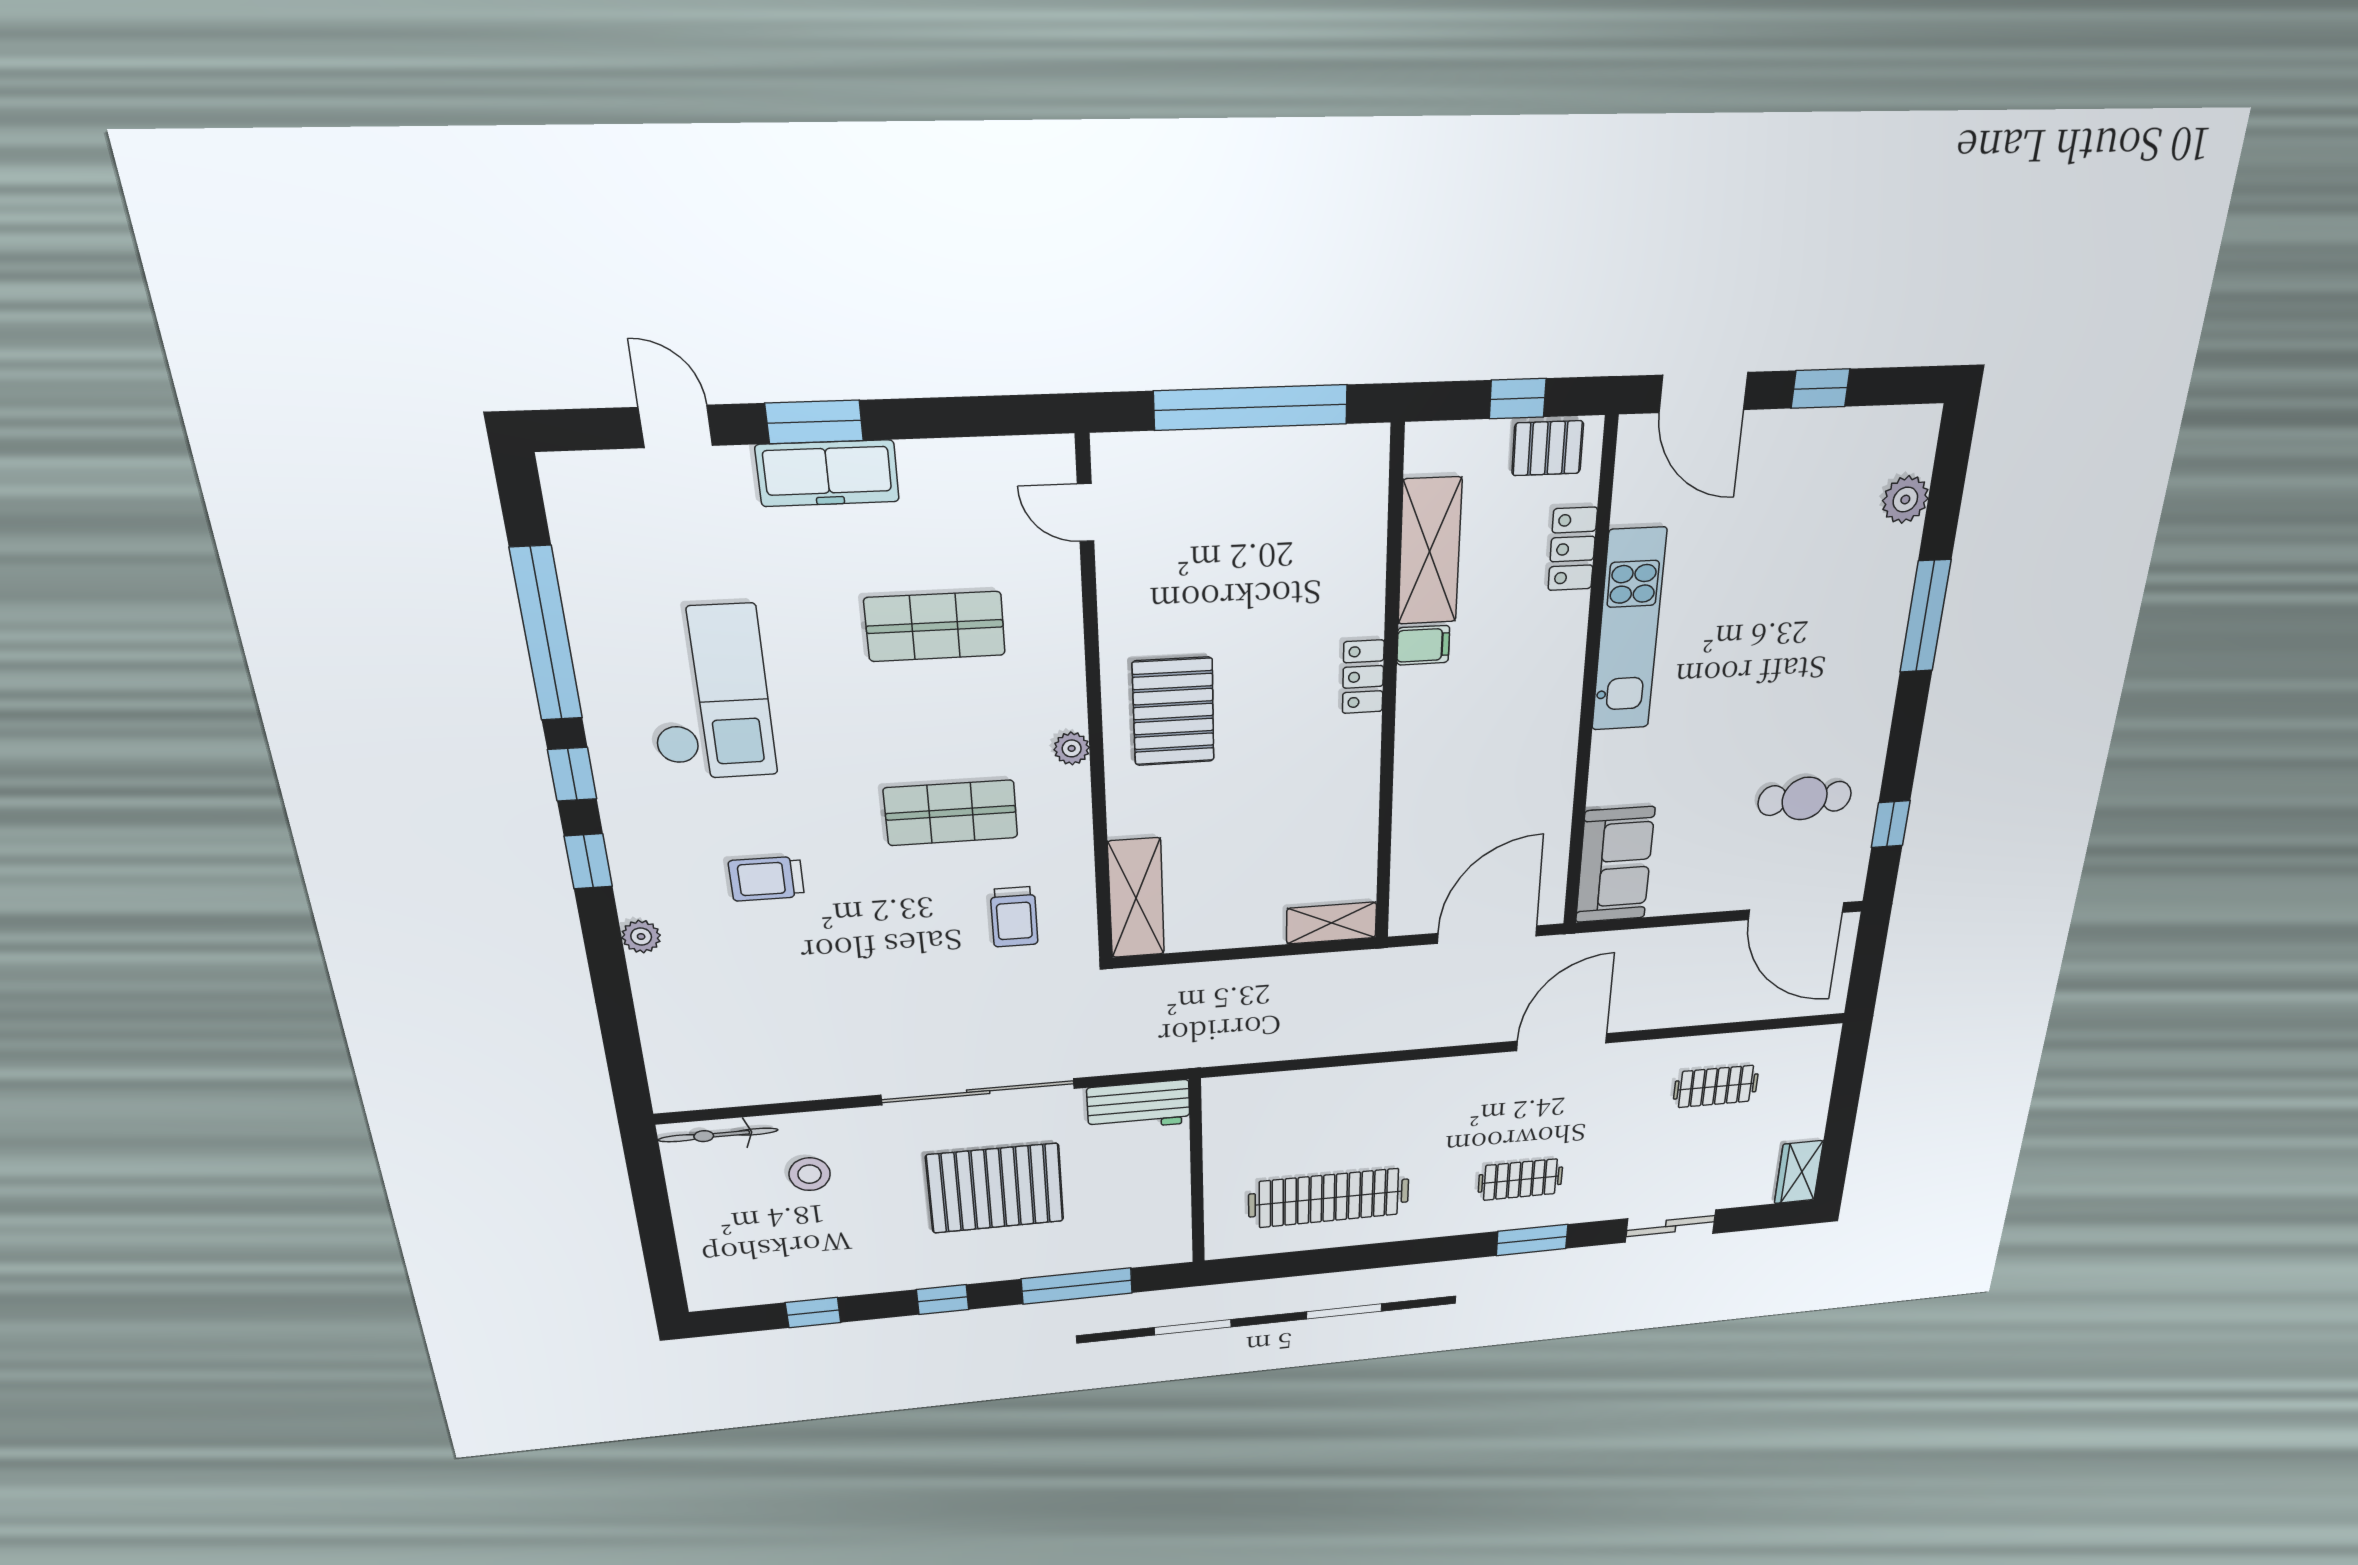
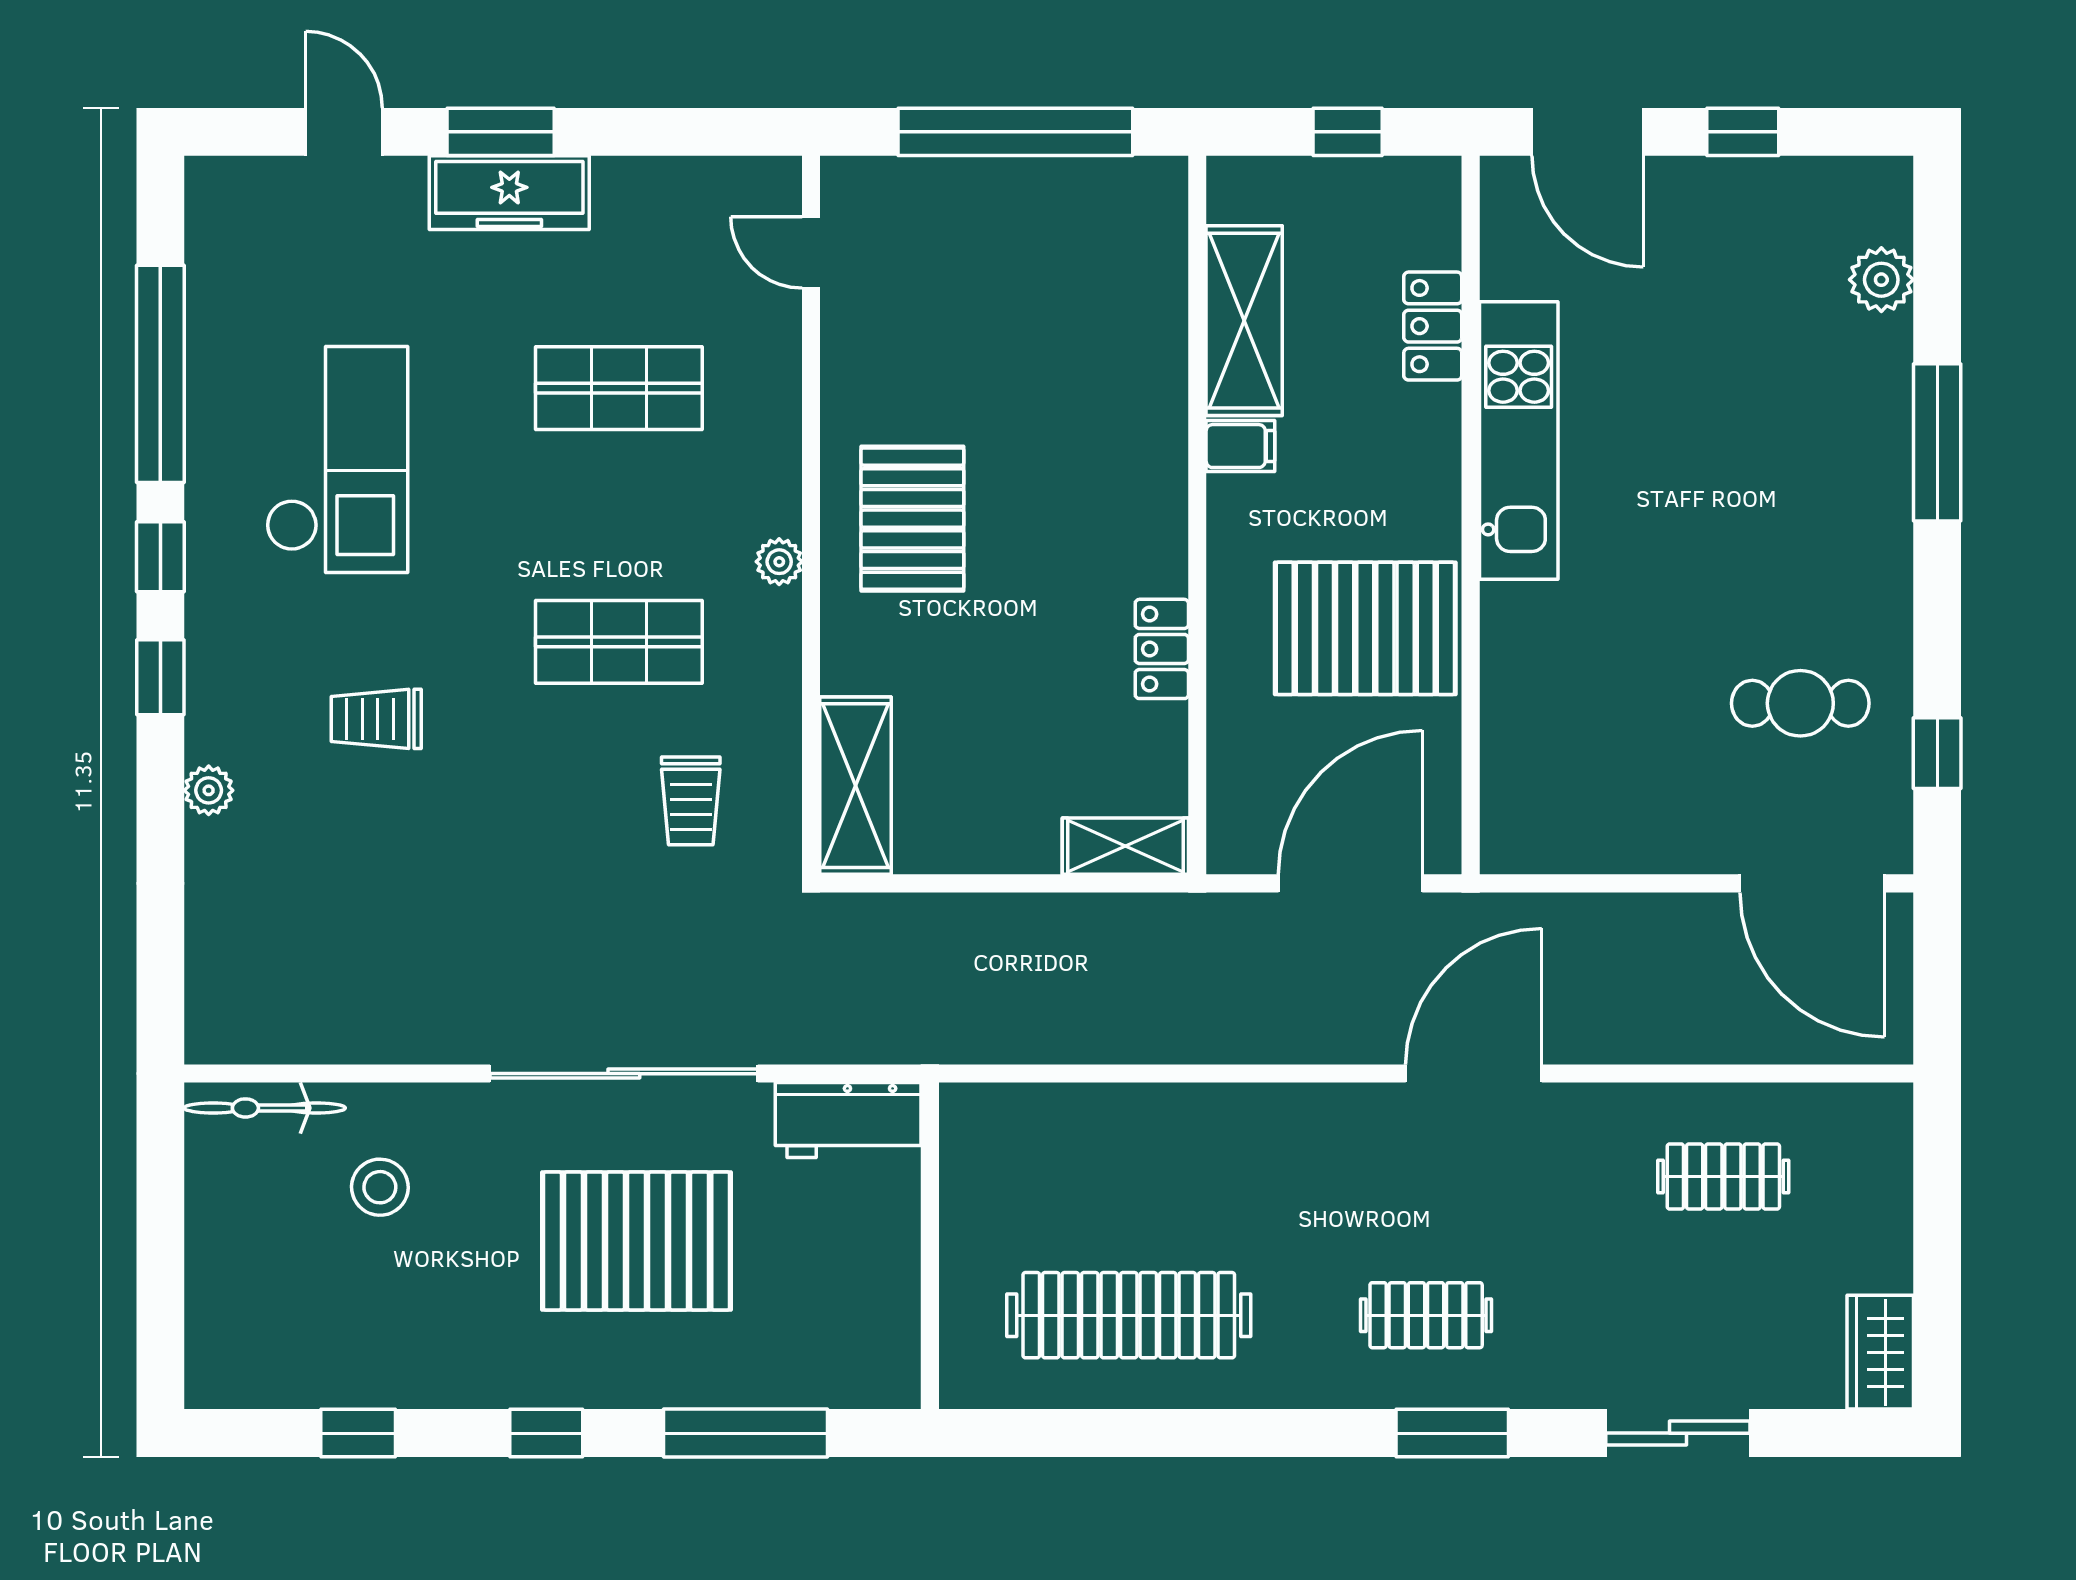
pallet: (1548, 448) -> (1365, 628), moved, width x2.05, depth x2.00
locker: (1363, 677) -> (1162, 649), moved
sofa: (1615, 865) -> (1530, 787), removed

